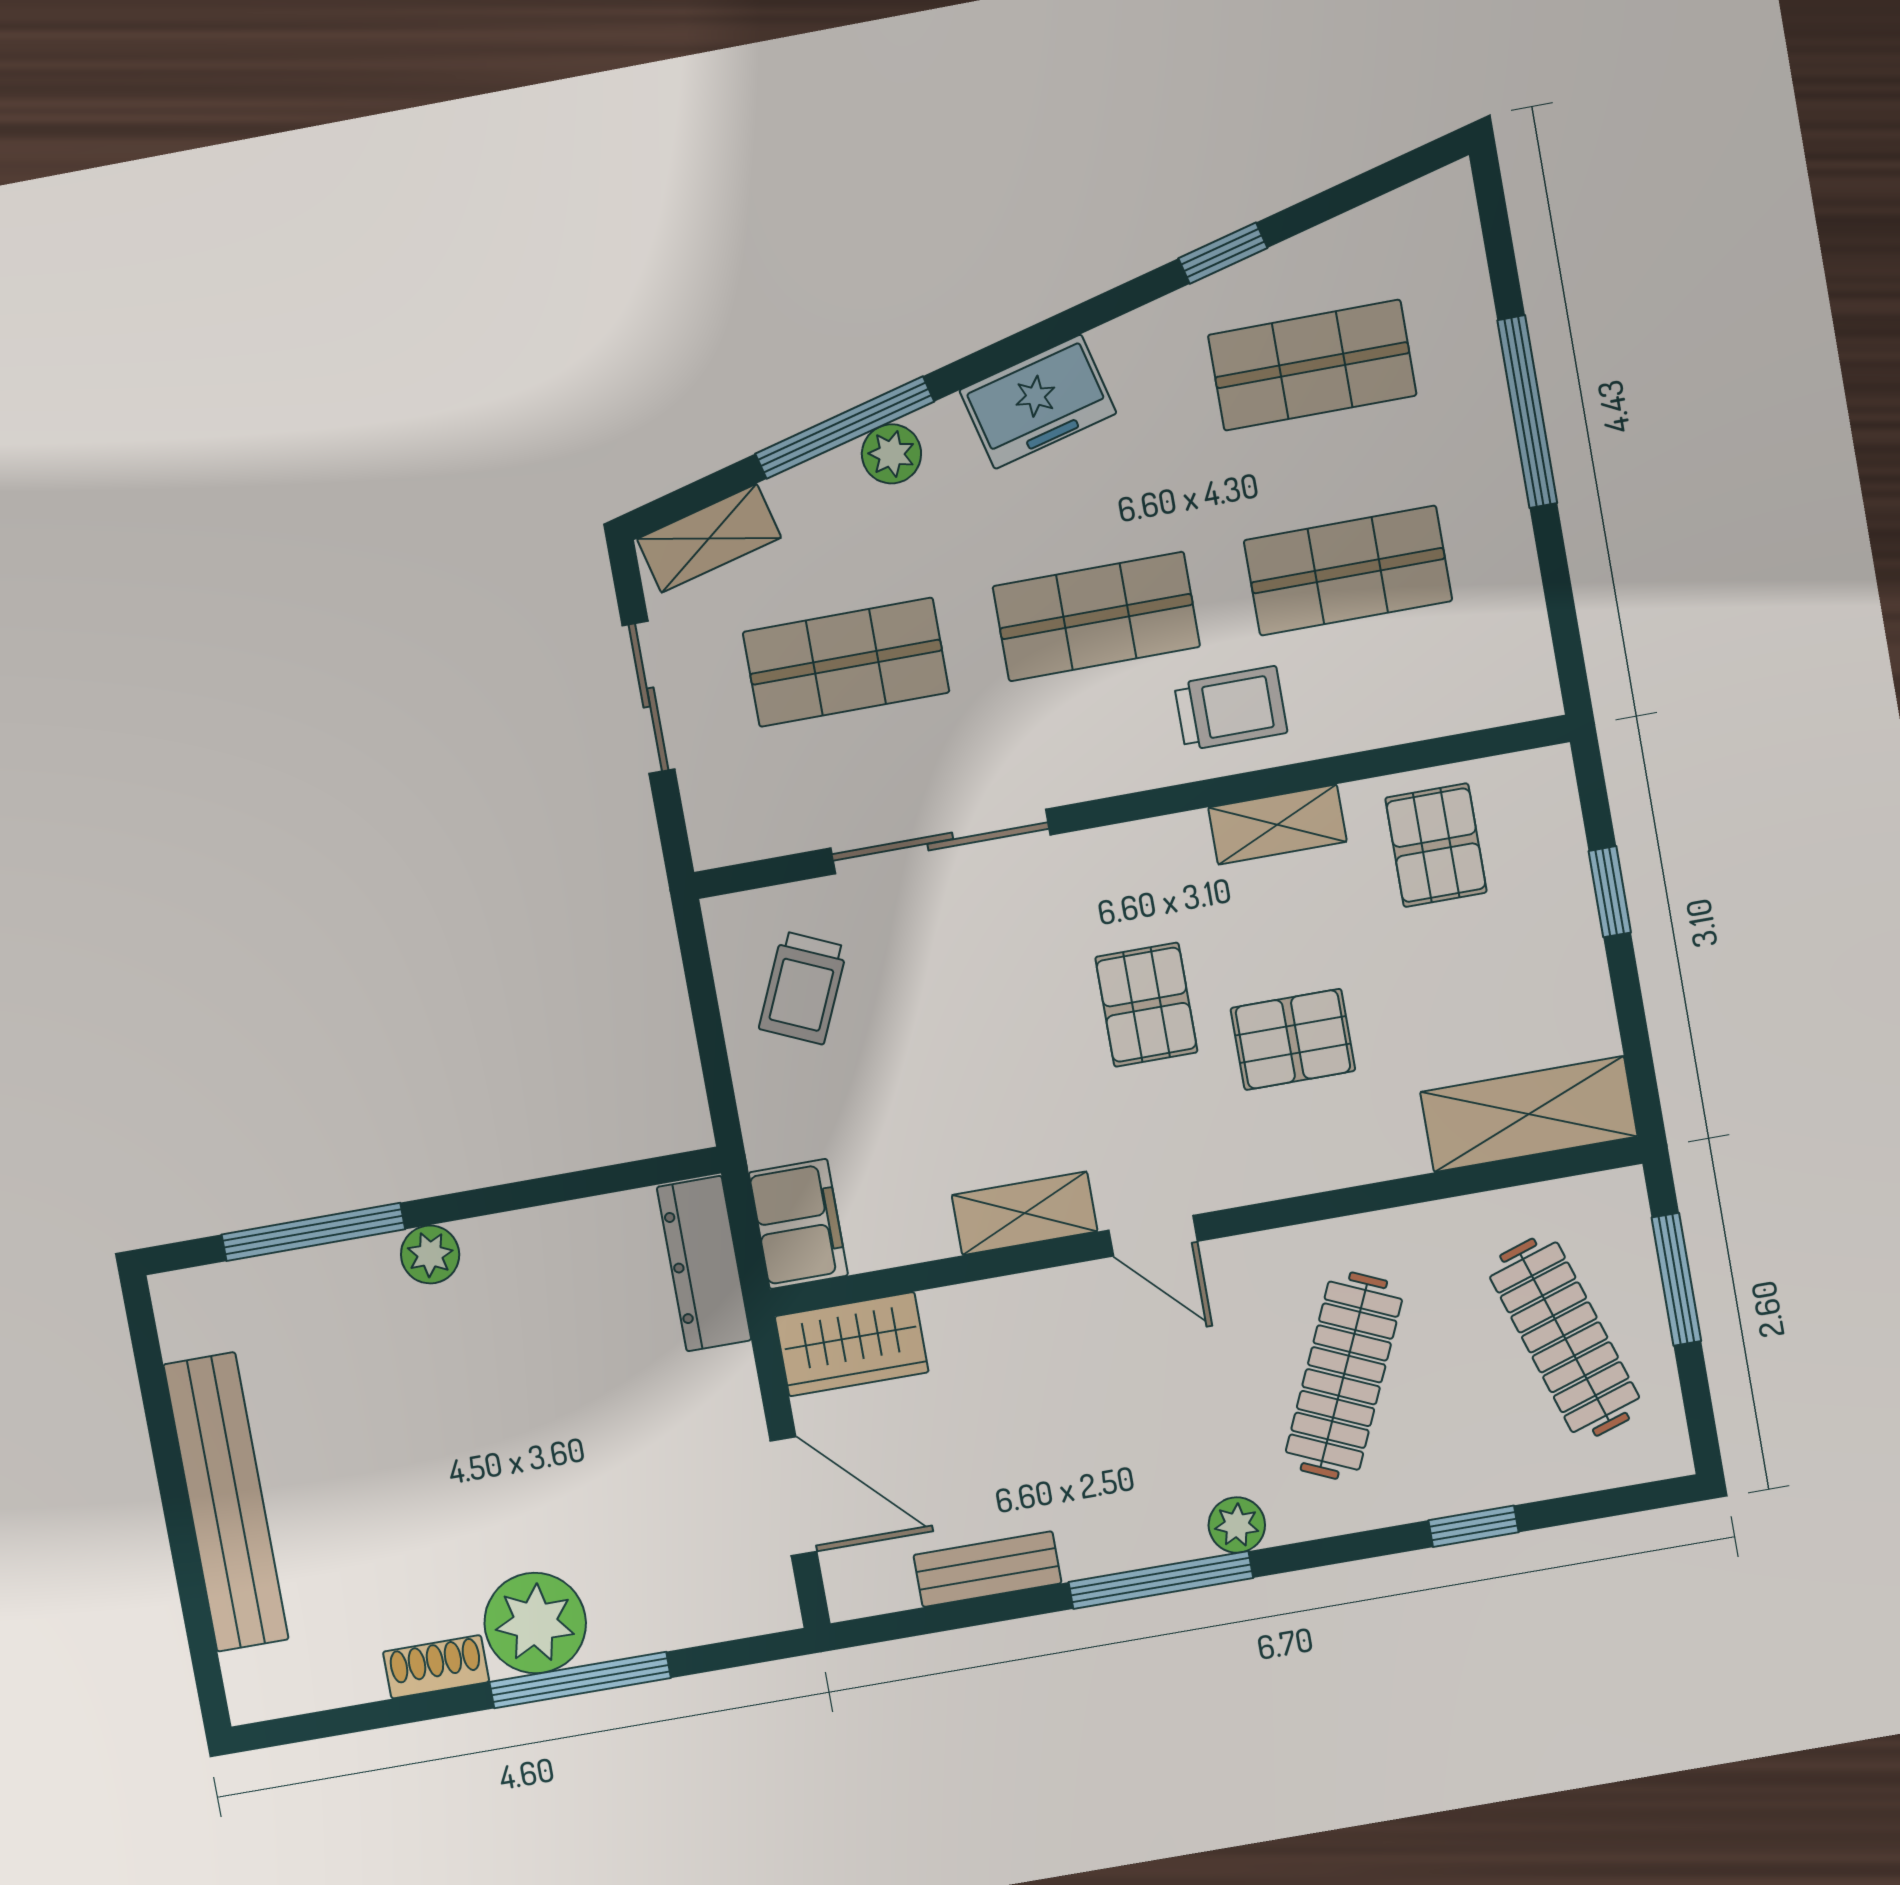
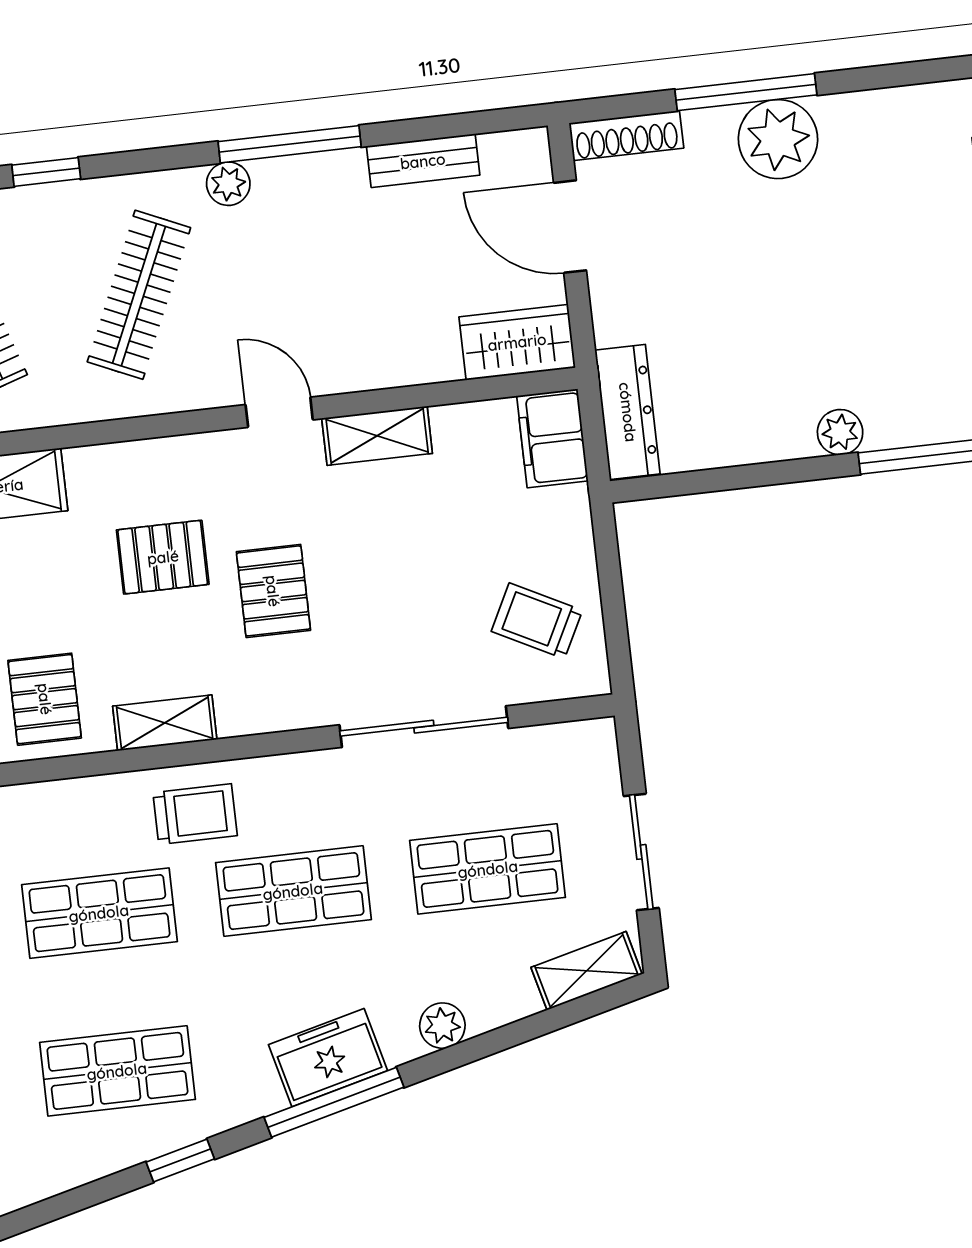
window: (845, 428) -> (334, 1102), moved
trolley: (1231, 708) -> (195, 814), turned 180
trolley: (803, 988) -> (537, 621), turned -87
shoe rack: (436, 1667) -> (626, 136), moved, width x1.43

